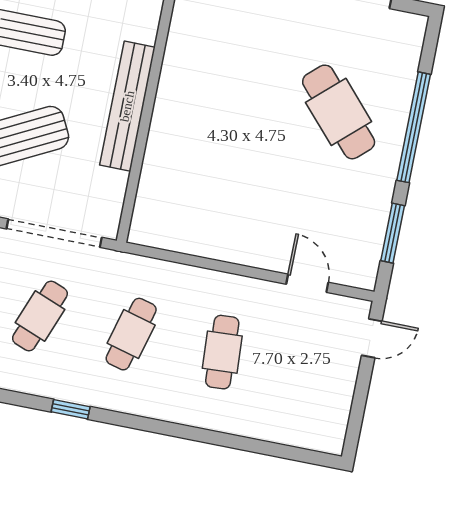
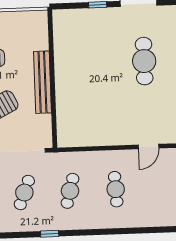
cafe table: (339, 112) -> (144, 61), turned 42
door: (307, 283) -> (149, 147), swing flipped

